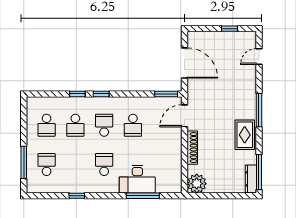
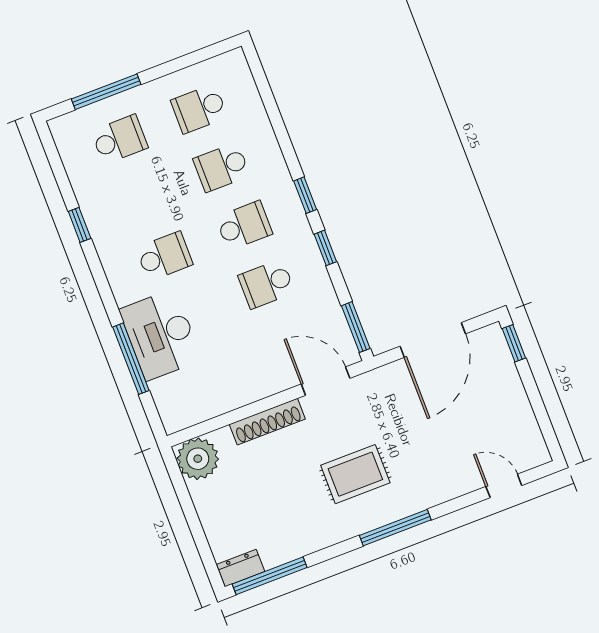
window: (230, 29) -> (514, 343), moved
window: (77, 94) -> (325, 248), moved
rug: (245, 135) -> (355, 474), moved
dresser: (251, 179) -> (241, 568), width x0.70

